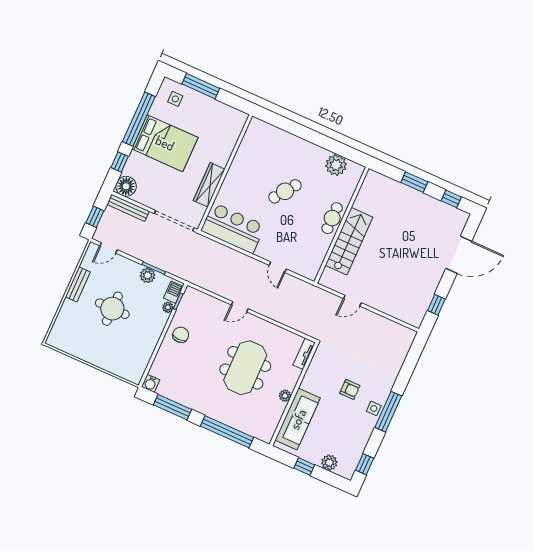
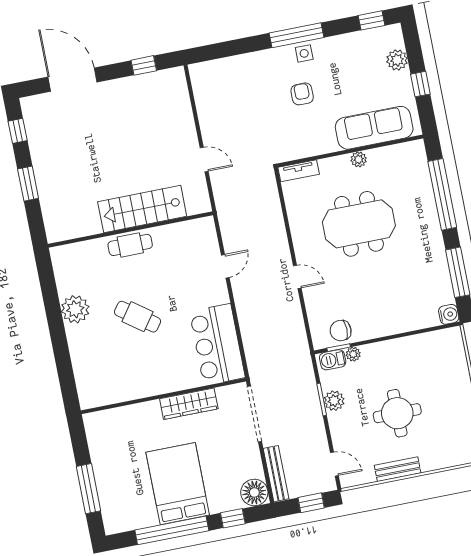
side table: (175, 99) -> (122, 506), removed
plant: (336, 165) -> (75, 309), moved
chair: (181, 335) -> (341, 331), moved

